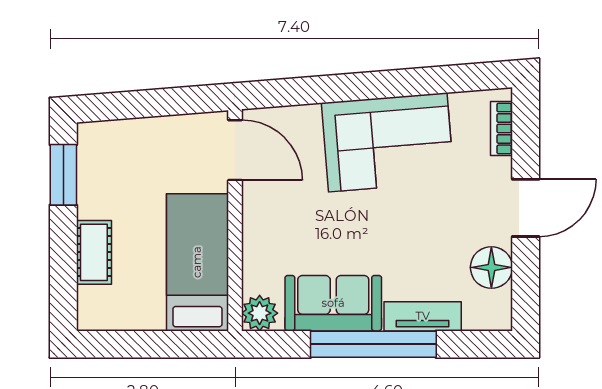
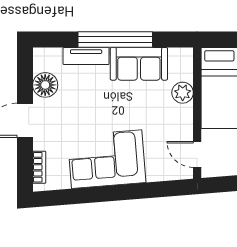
door: (235, 150) -> (197, 154), width x0.73
plant: (260, 313) -> (183, 93), moved

